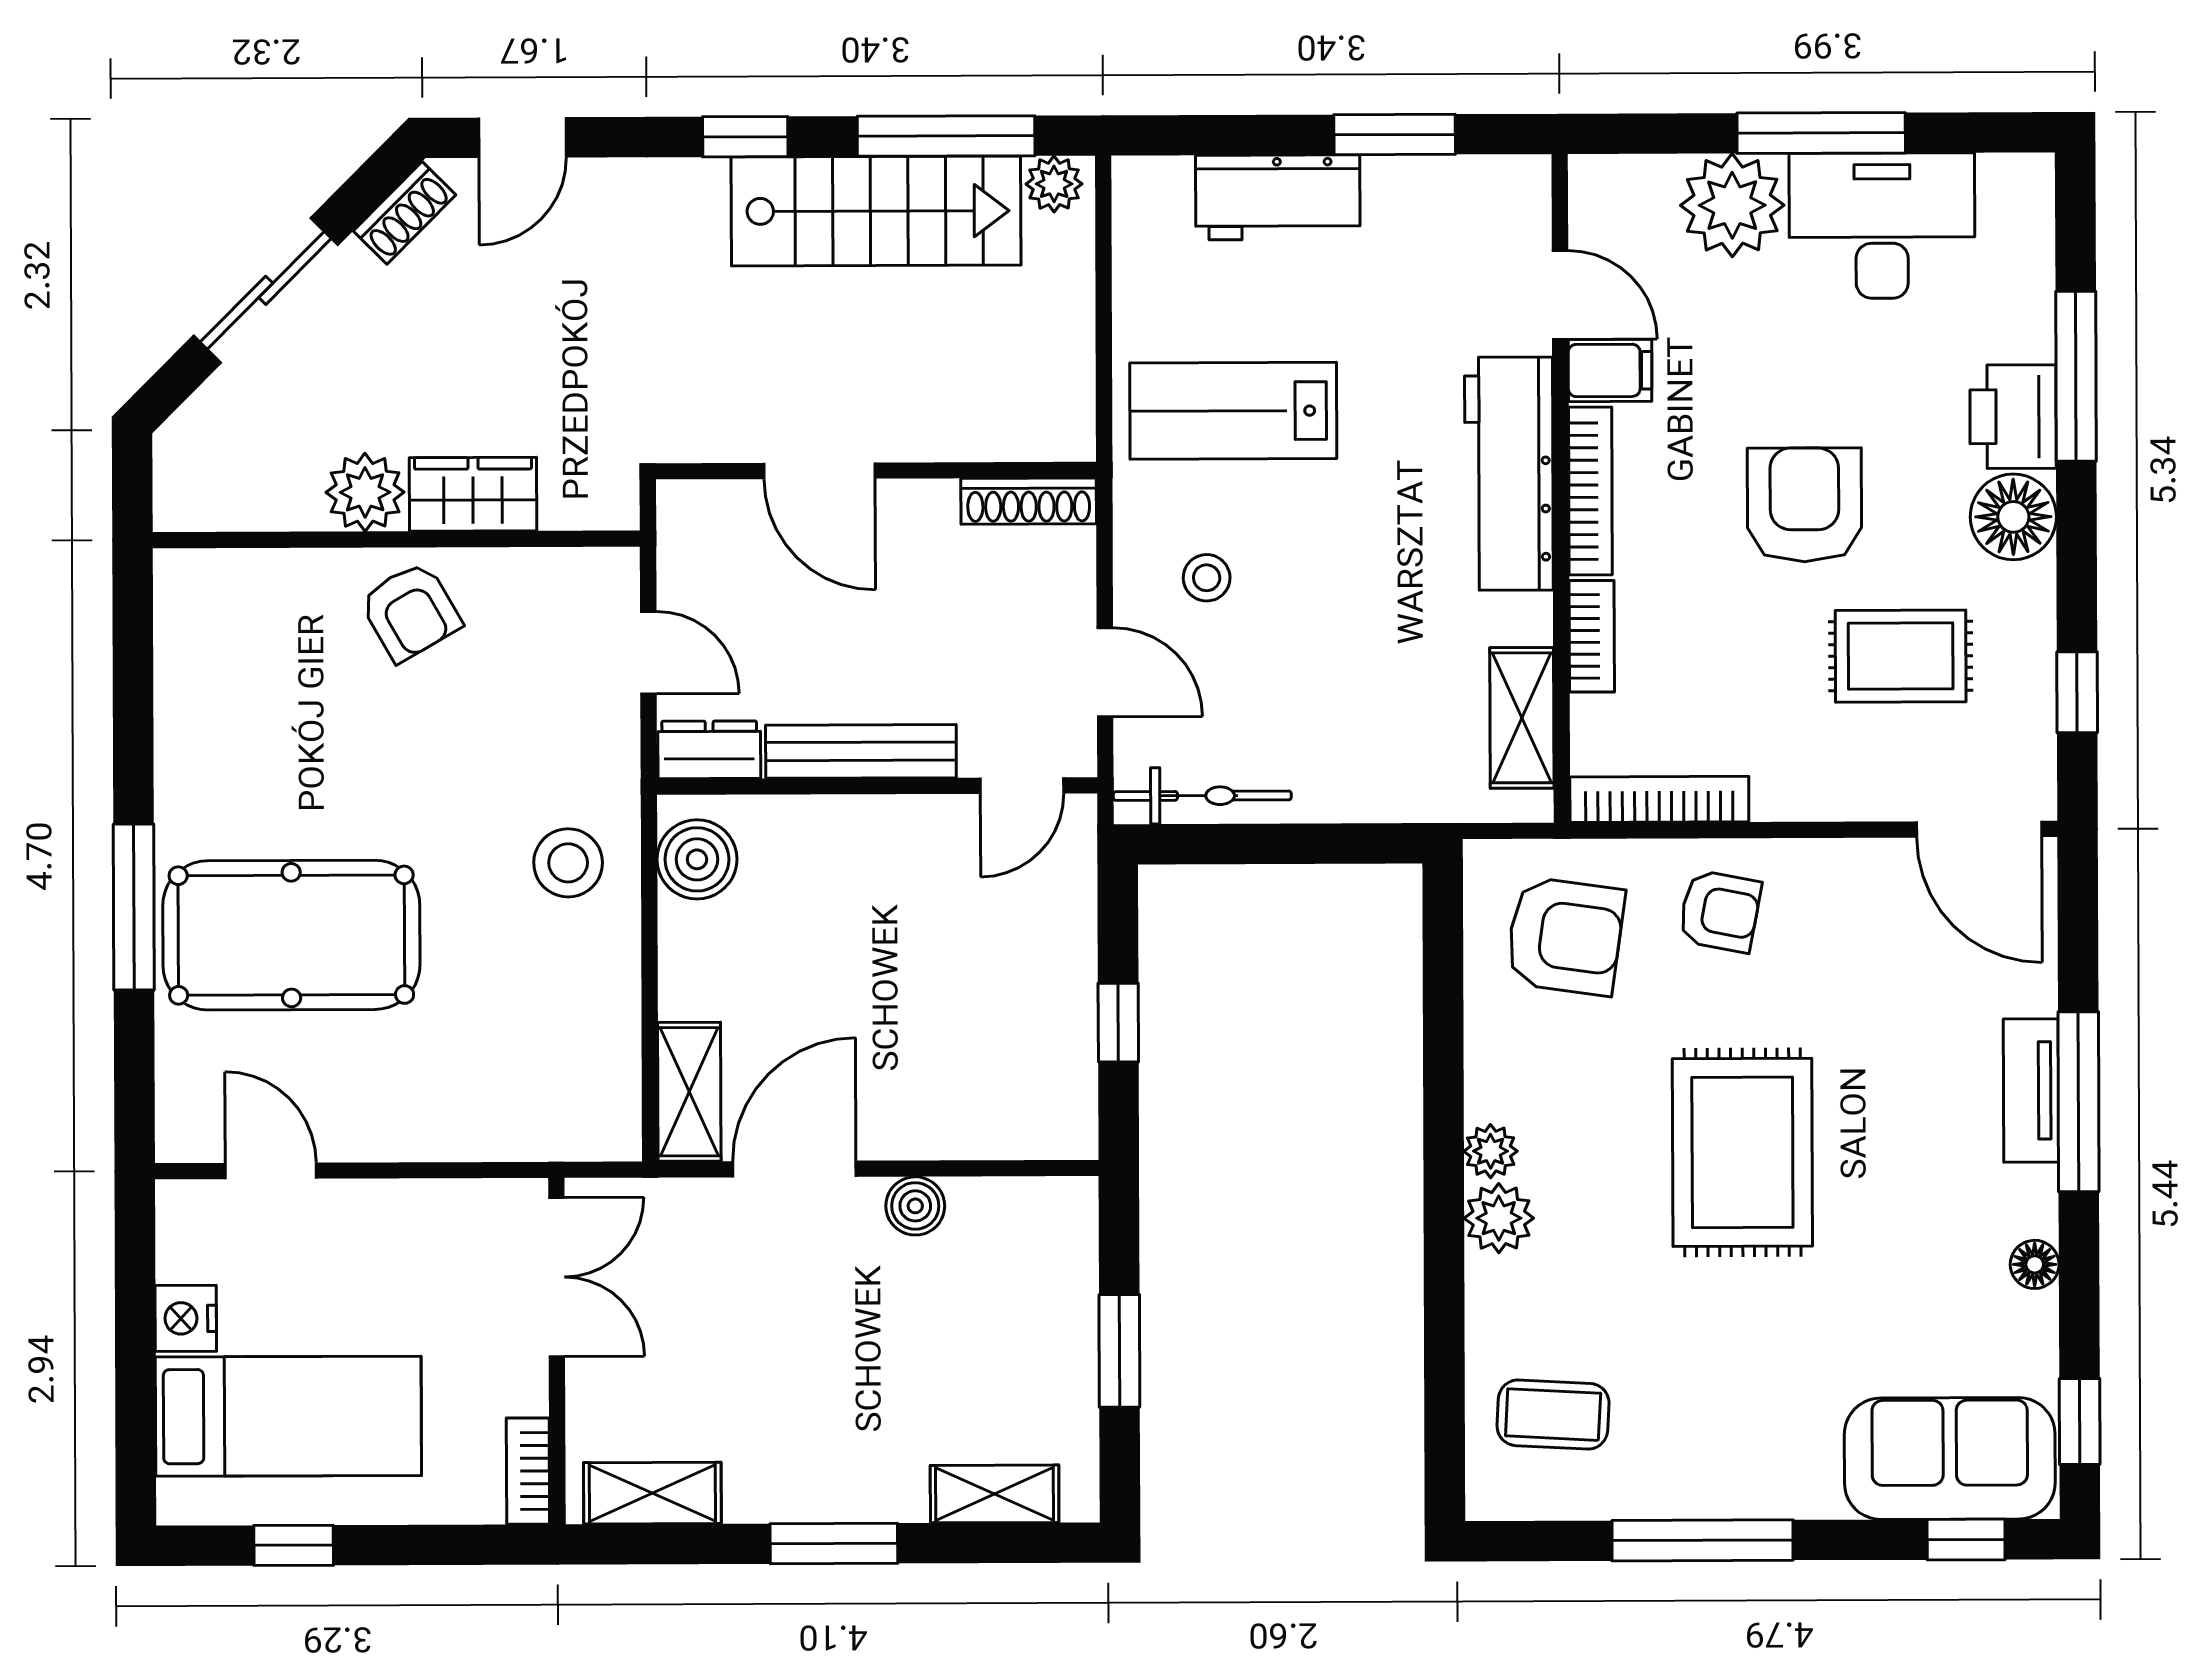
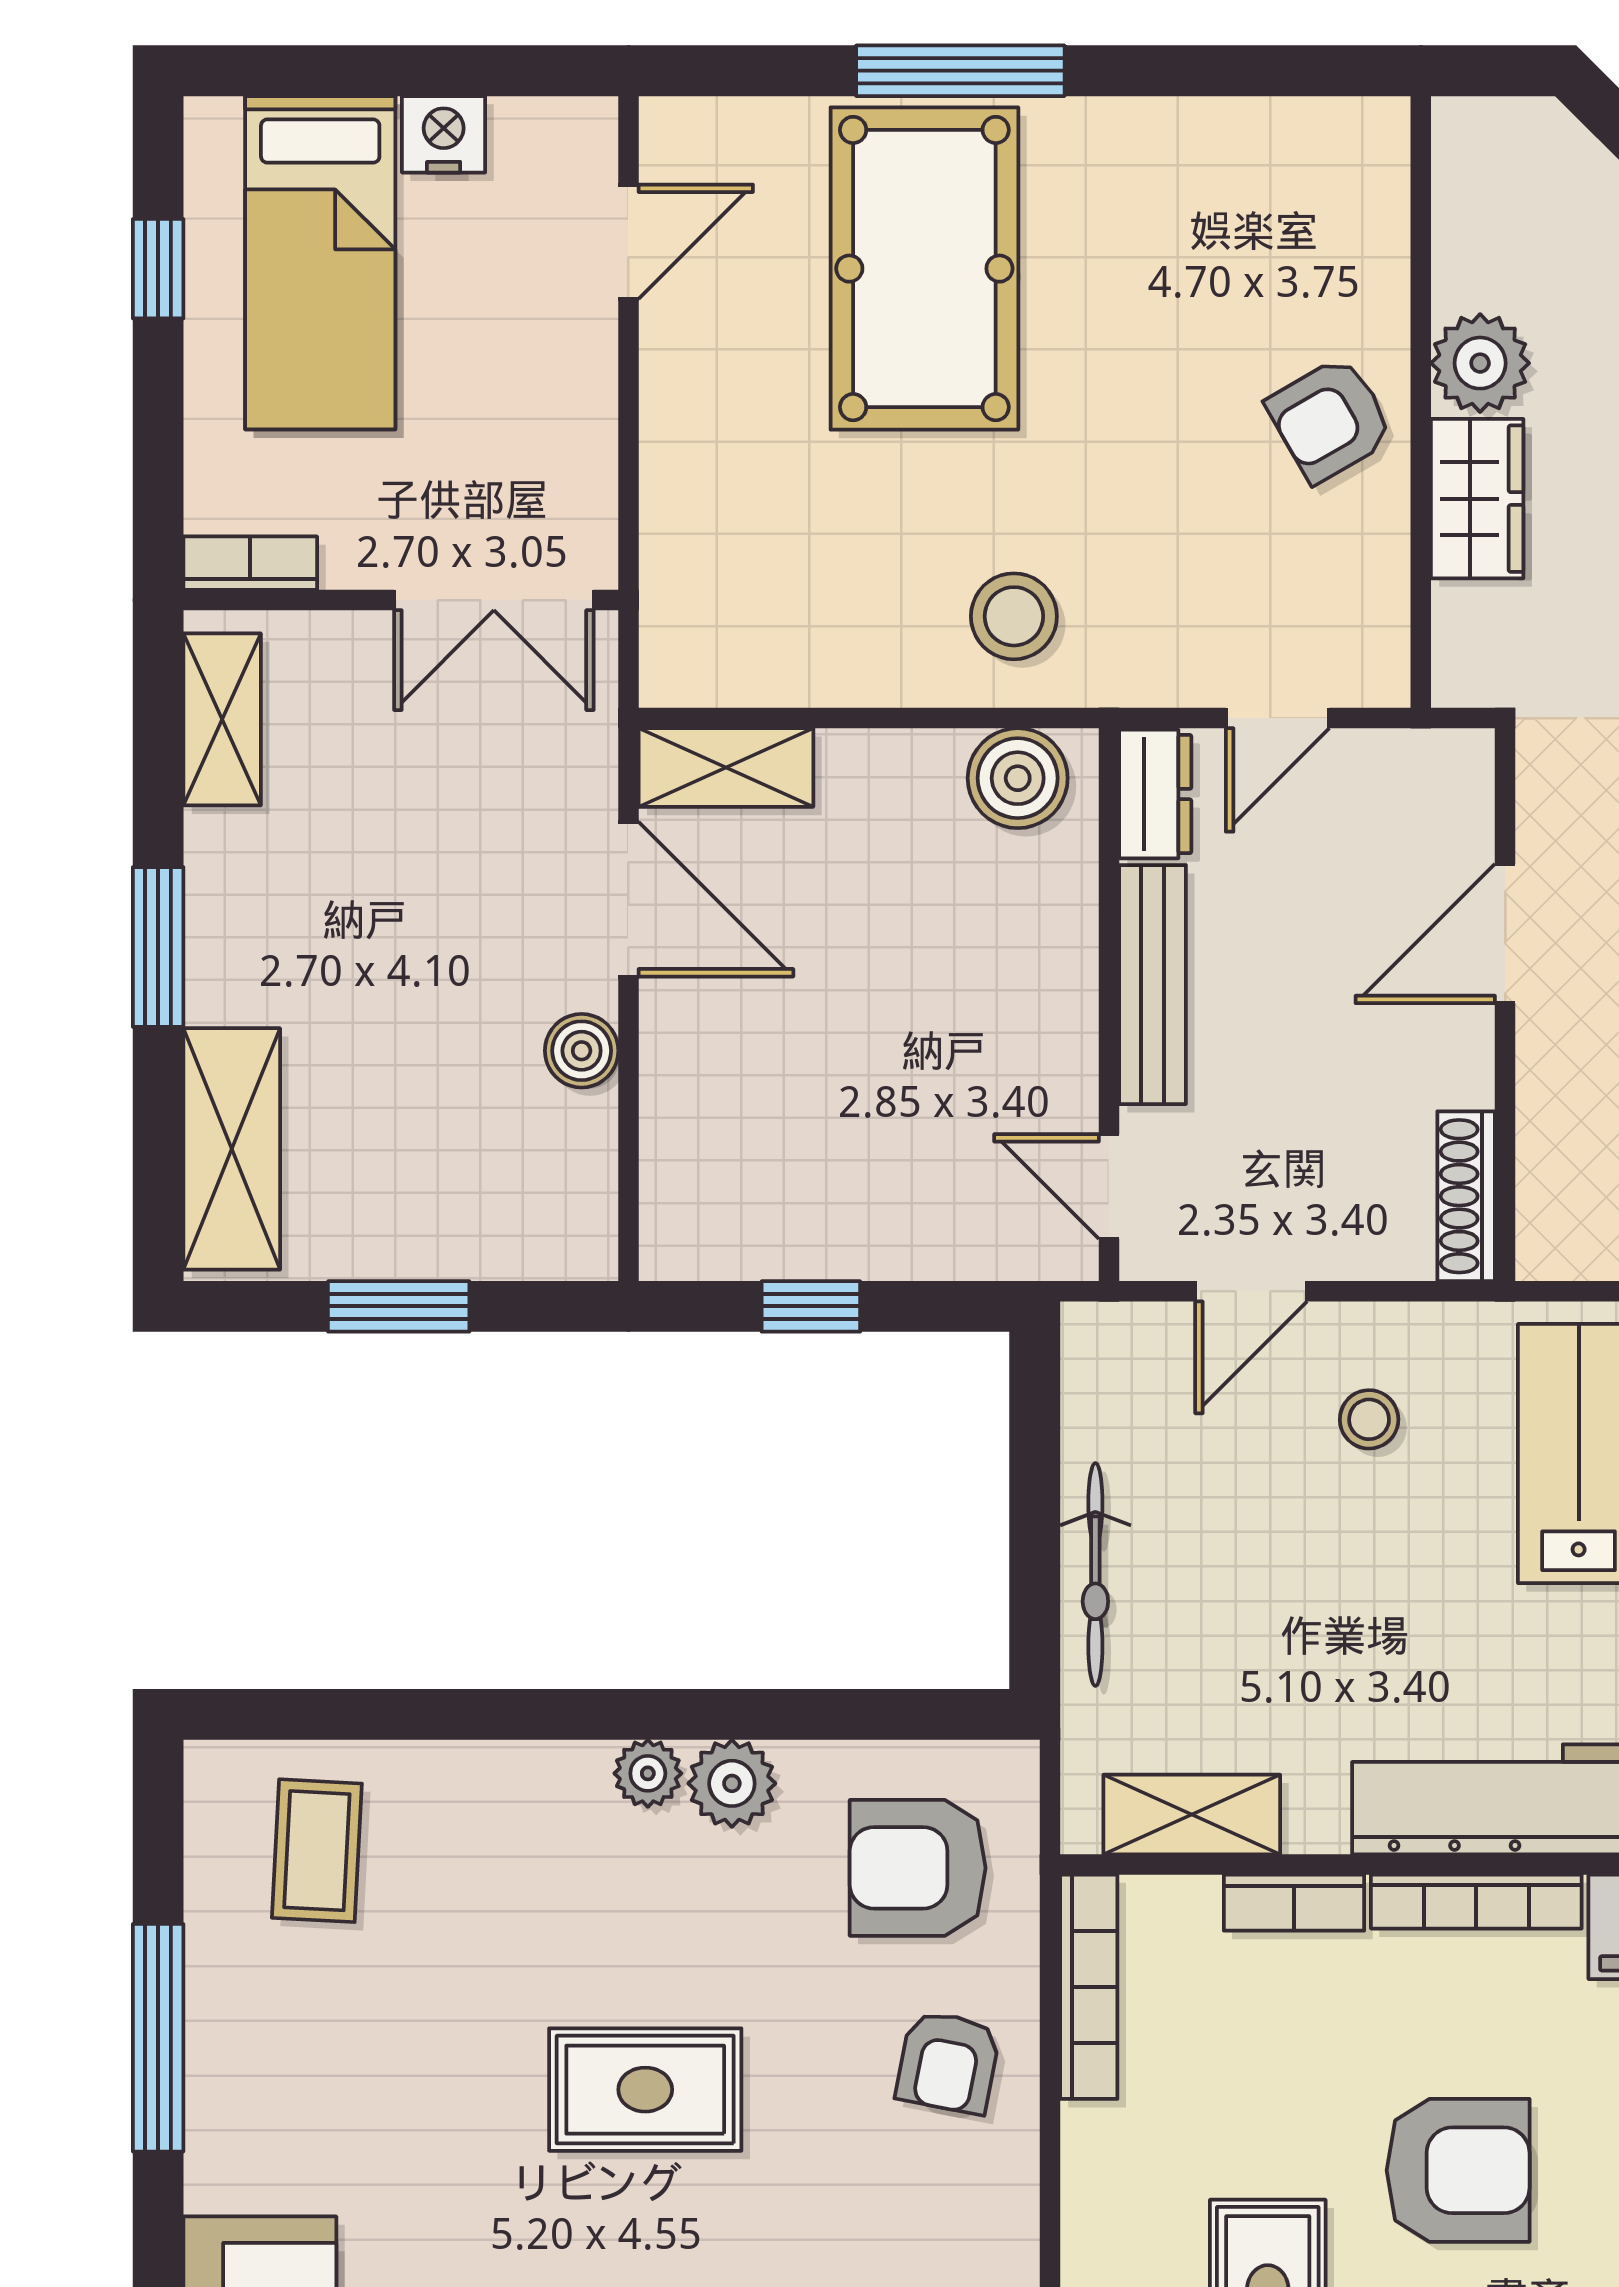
bicycle: (1202, 796) -> (1095, 1574), moved
armchair: (1565, 936) -> (918, 1868), turned 82
rug: (1742, 1152) -> (645, 2090), width x0.73, depth x0.70
plant: (1499, 1218) -> (732, 1783), moved
shelving: (995, 1494) -> (232, 1149), width x1.50, depth x1.33

